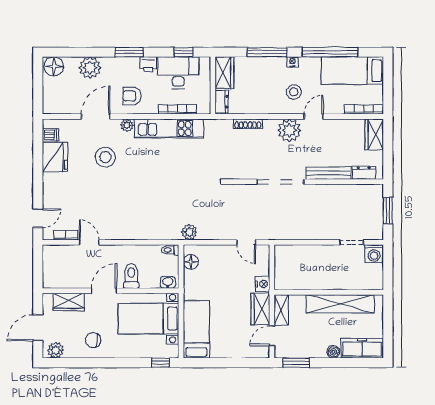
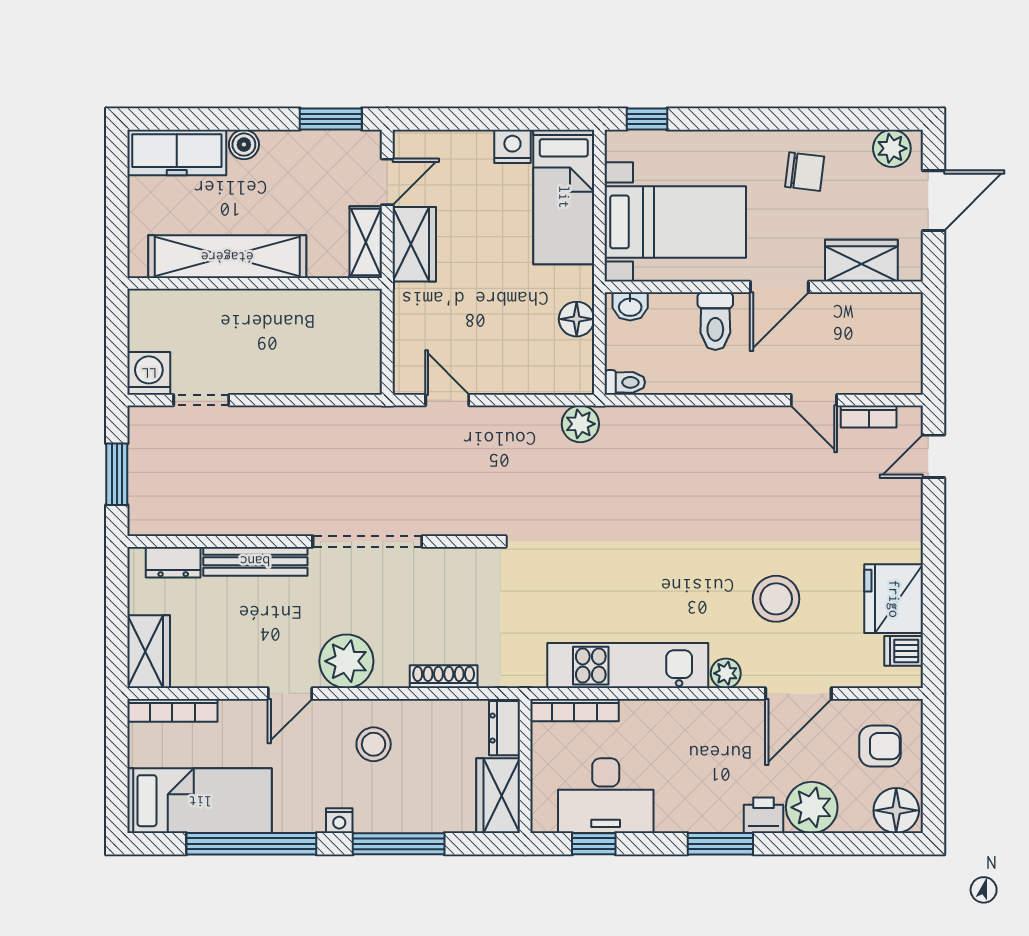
printer: (148, 64) -> (764, 815), moved
stool: (294, 92) -> (374, 744), moved
armchair: (132, 96) -> (880, 746), moved
bookcase: (177, 109) -> (574, 710), moved
floor lamp: (191, 262) -> (577, 319), moved
nightstand: (262, 284) -> (512, 146), moved, turned 90

